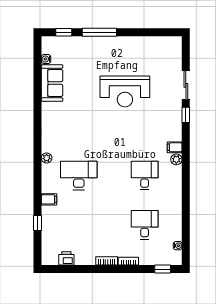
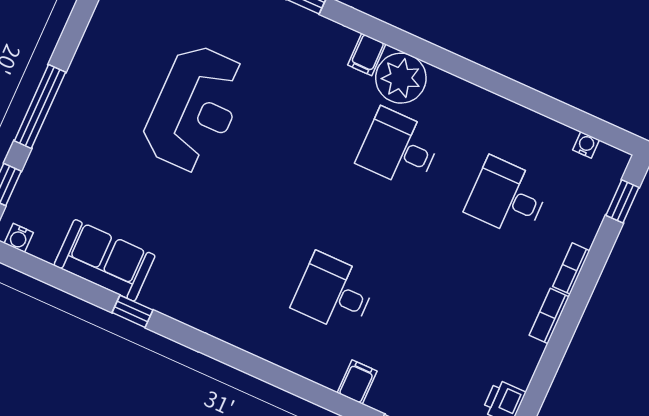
water cooler: (46, 59) -> (19, 238), moved
window: (38, 102) -> (132, 311), added
plant: (47, 158) -> (264, 346), removed
plant: (176, 159) -> (401, 78), width x1.88, depth x1.88
desk: (79, 175) -> (334, 293), width x0.73

